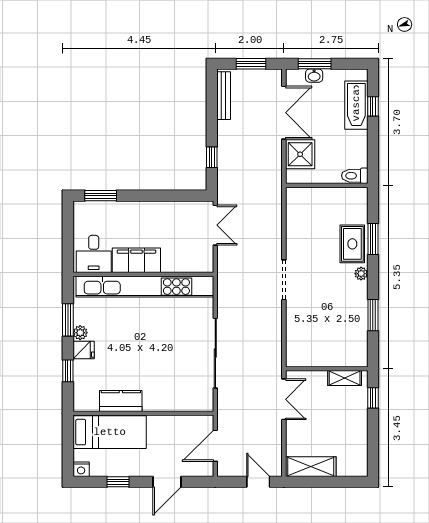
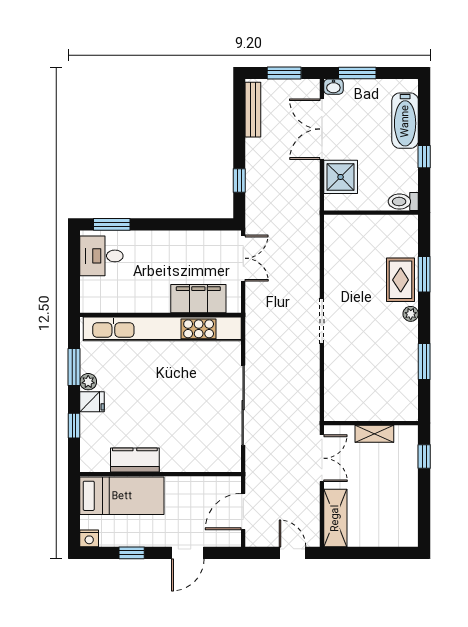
washbasin: (314, 76) -> (333, 87), moved
window: (373, 106) -> (424, 157), moved
double door: (284, 113) -> (322, 129), swing flipped
desk: (94, 254) -> (101, 256), moved, turned 90
filing cabinet: (136, 260) -> (198, 299), moved
shelving: (345, 378) -> (374, 434), moved
shelving: (311, 467) -> (335, 518), moved, turned 90

